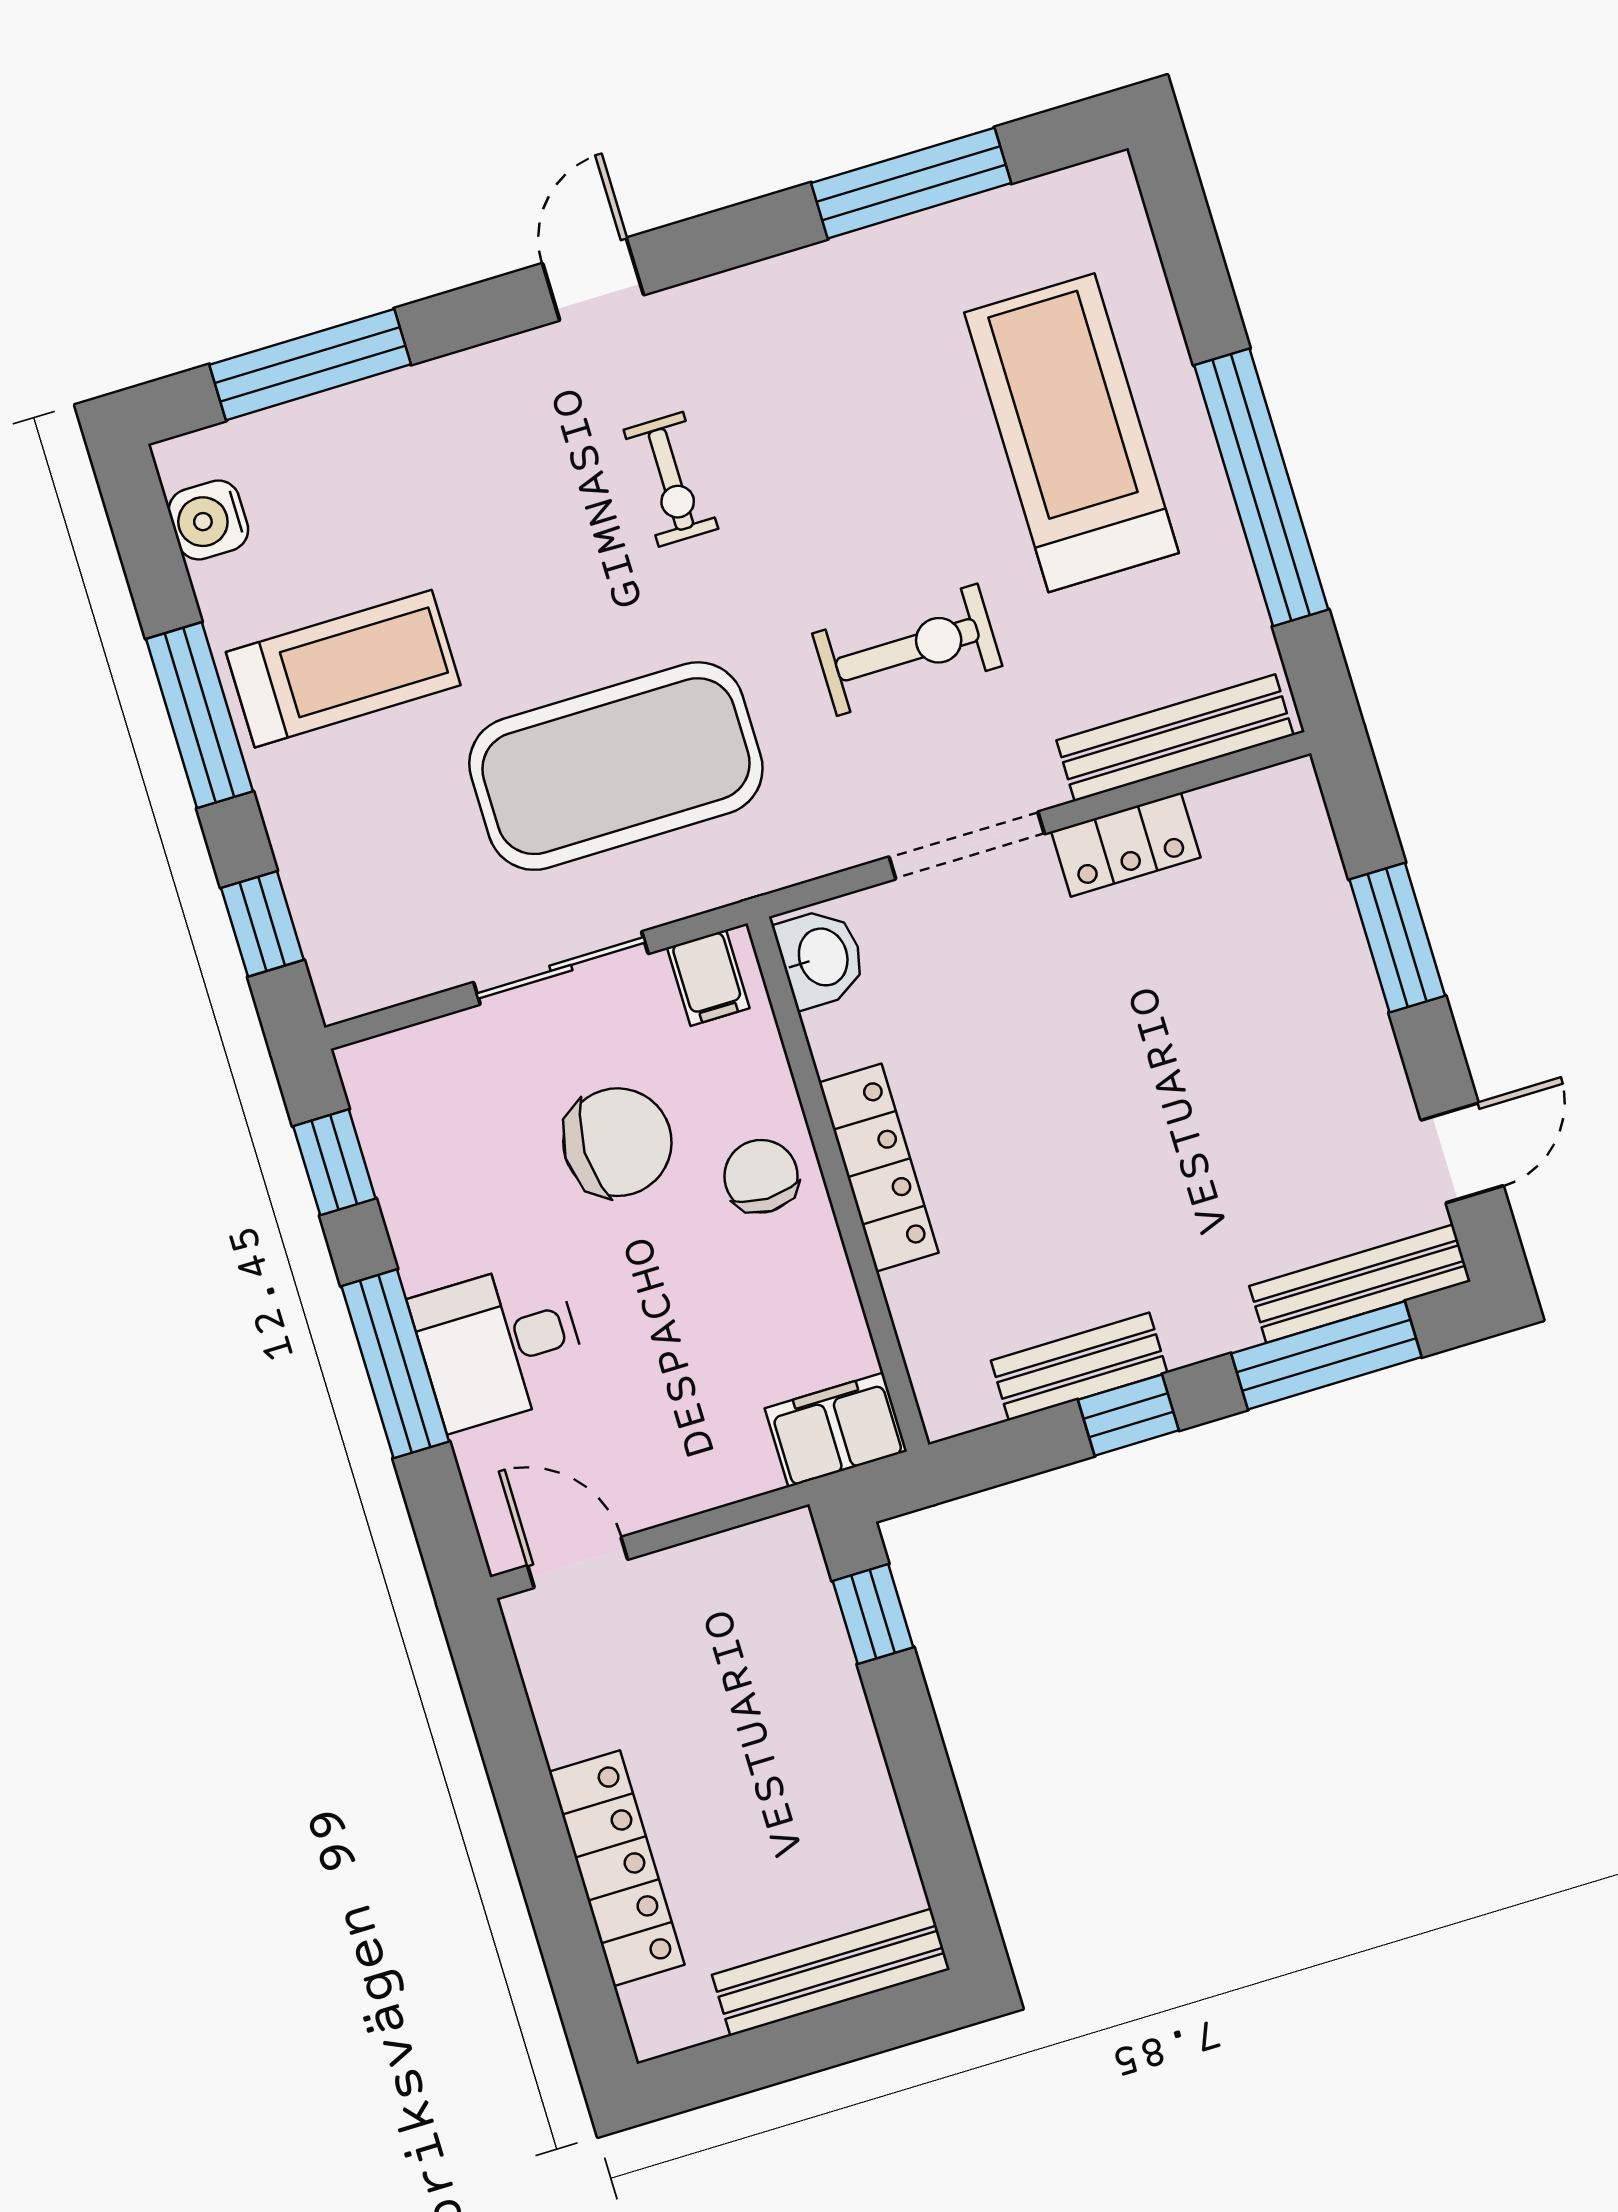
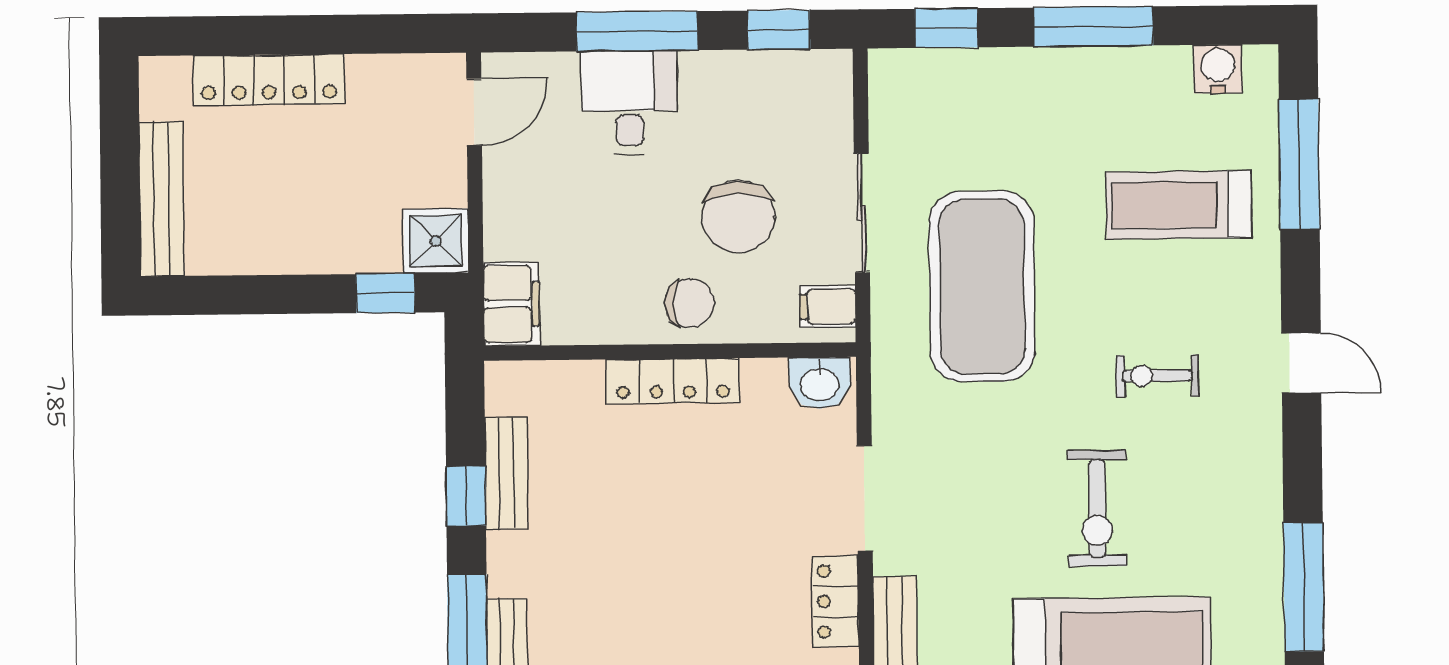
exercise bike: (907, 650) -> (1097, 508), moved
treadmill: (343, 669) -> (1179, 205), moved, turned 90
shower: (777, 1563) -> (436, 241), added

